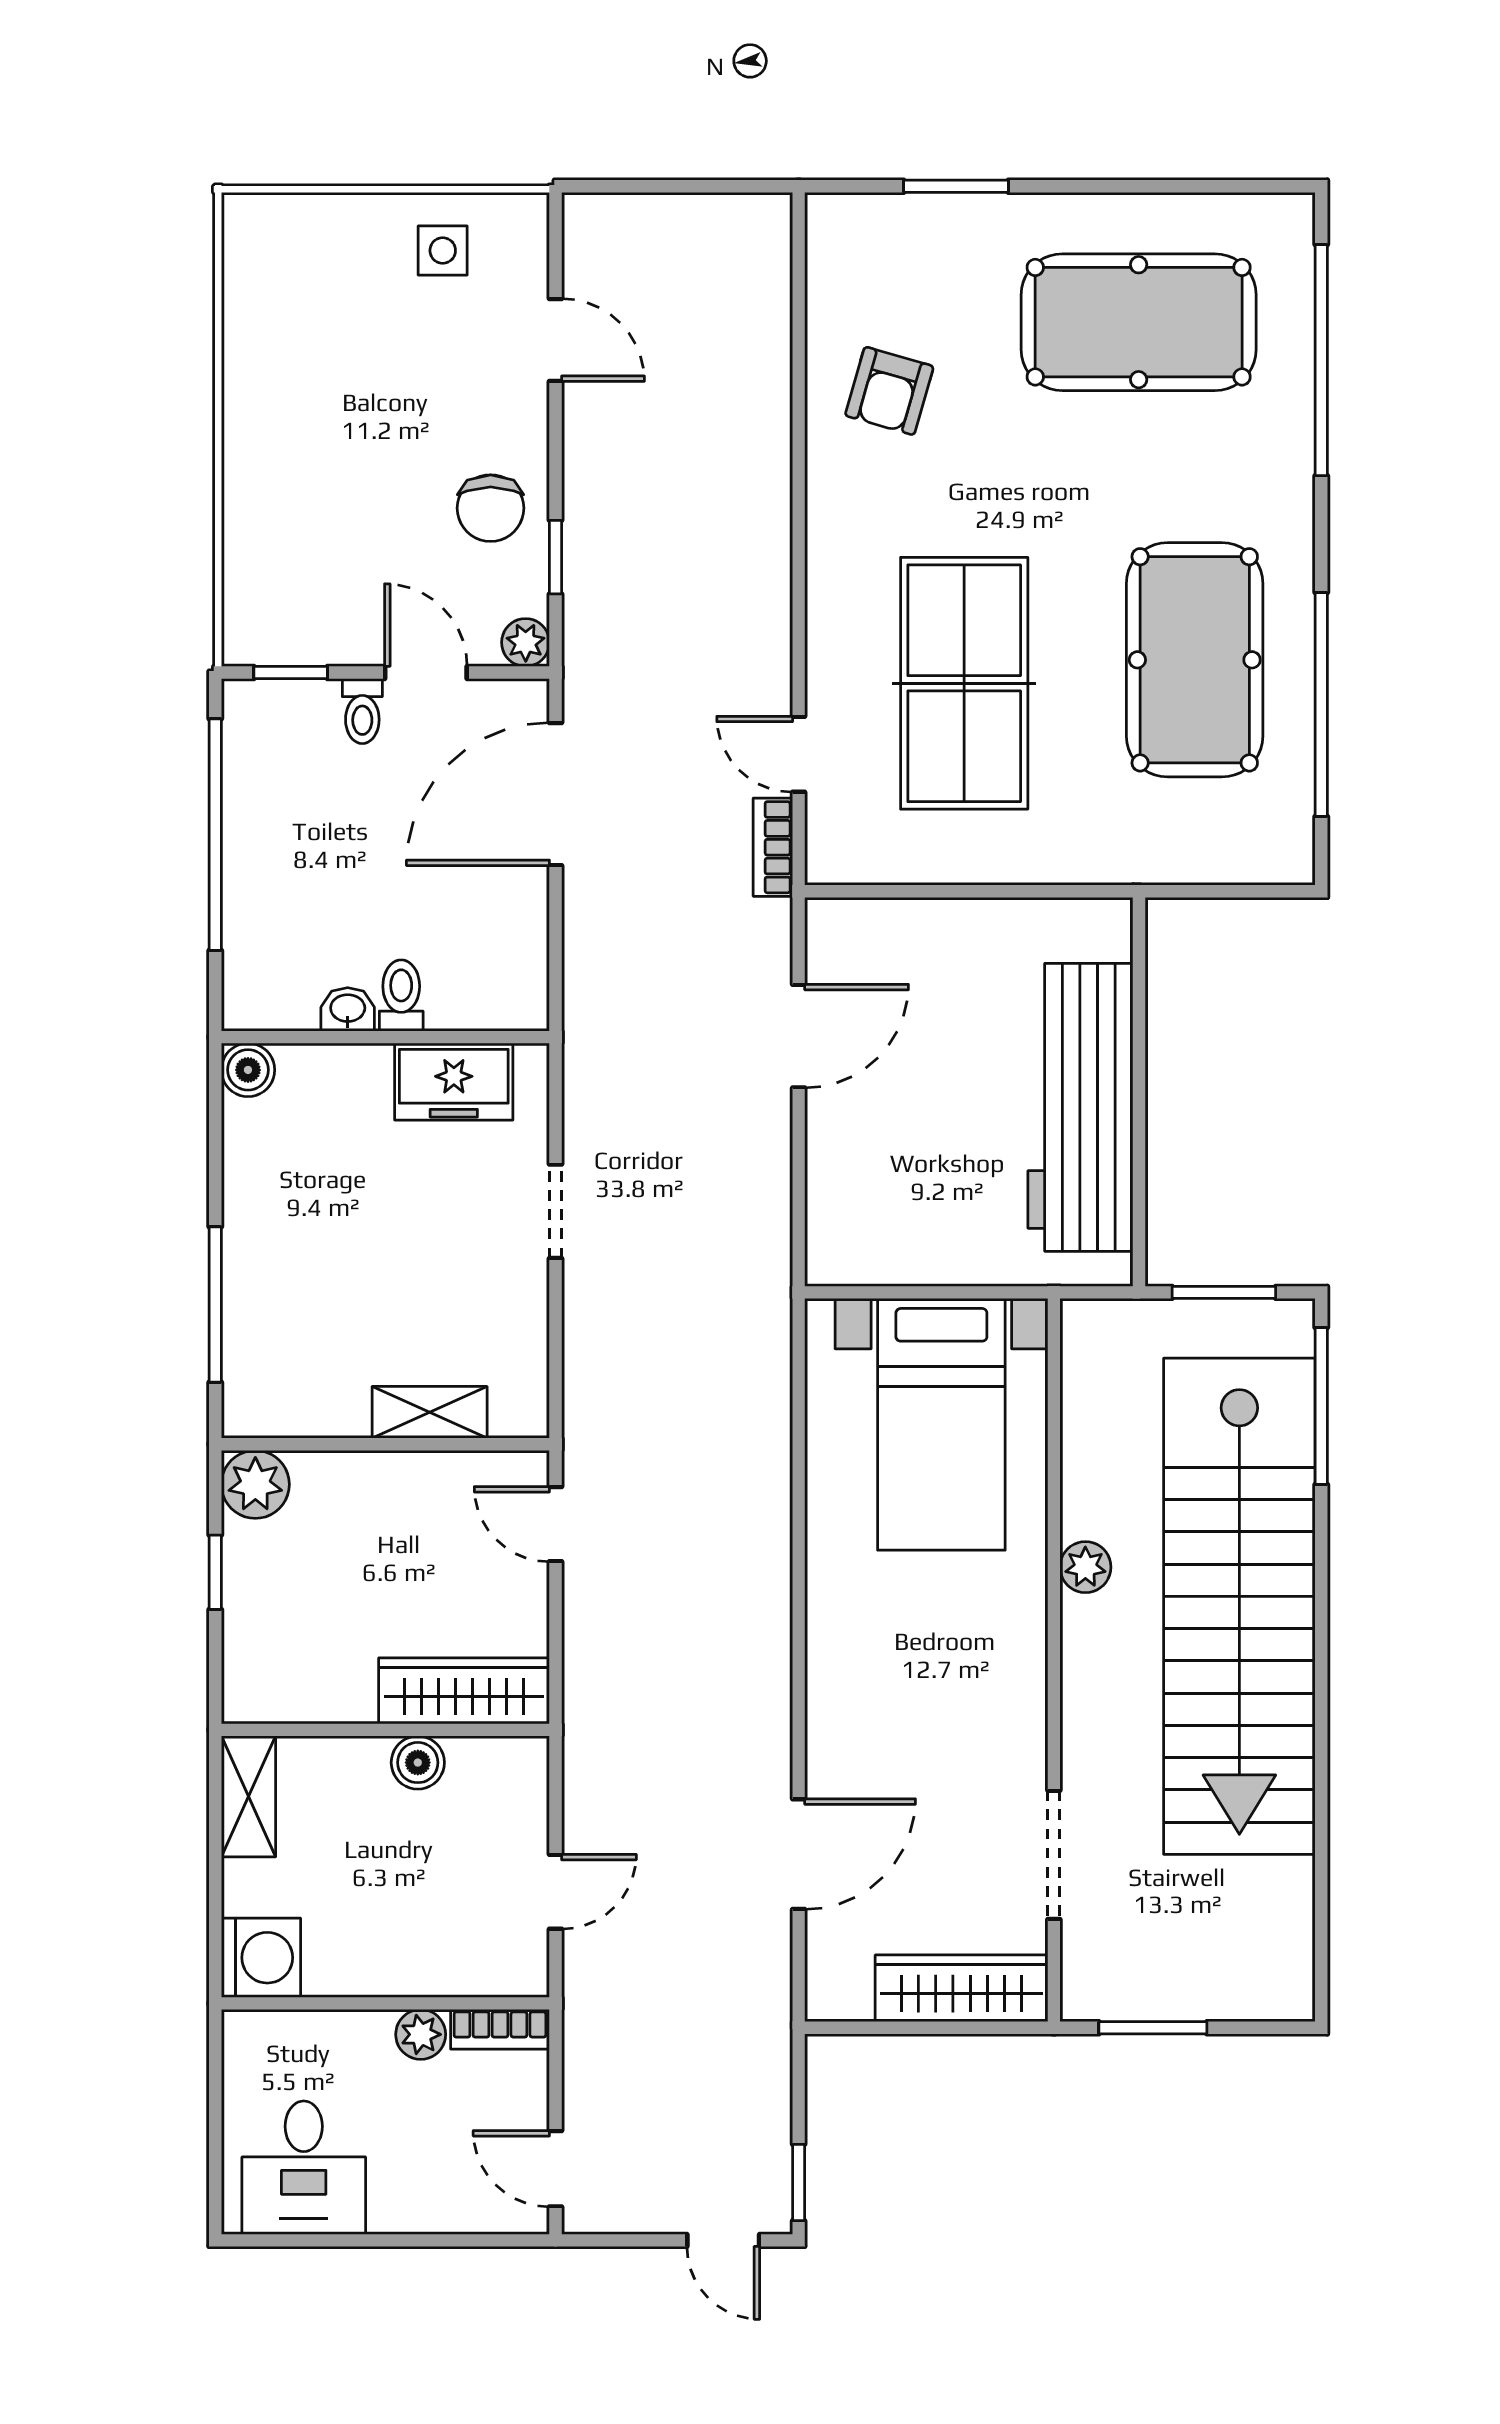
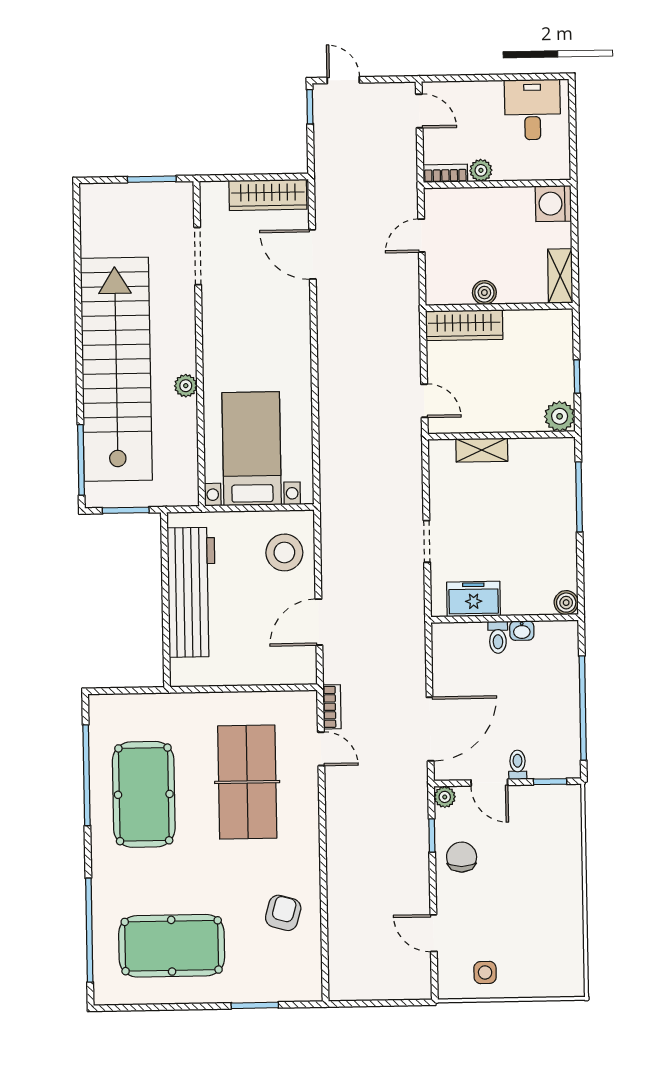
stool: (873, 1192) -> (284, 552), added
door: (799, 1854) -> (312, 254), hinge flipped
wardrobe: (961, 1988) -> (268, 195), moved

